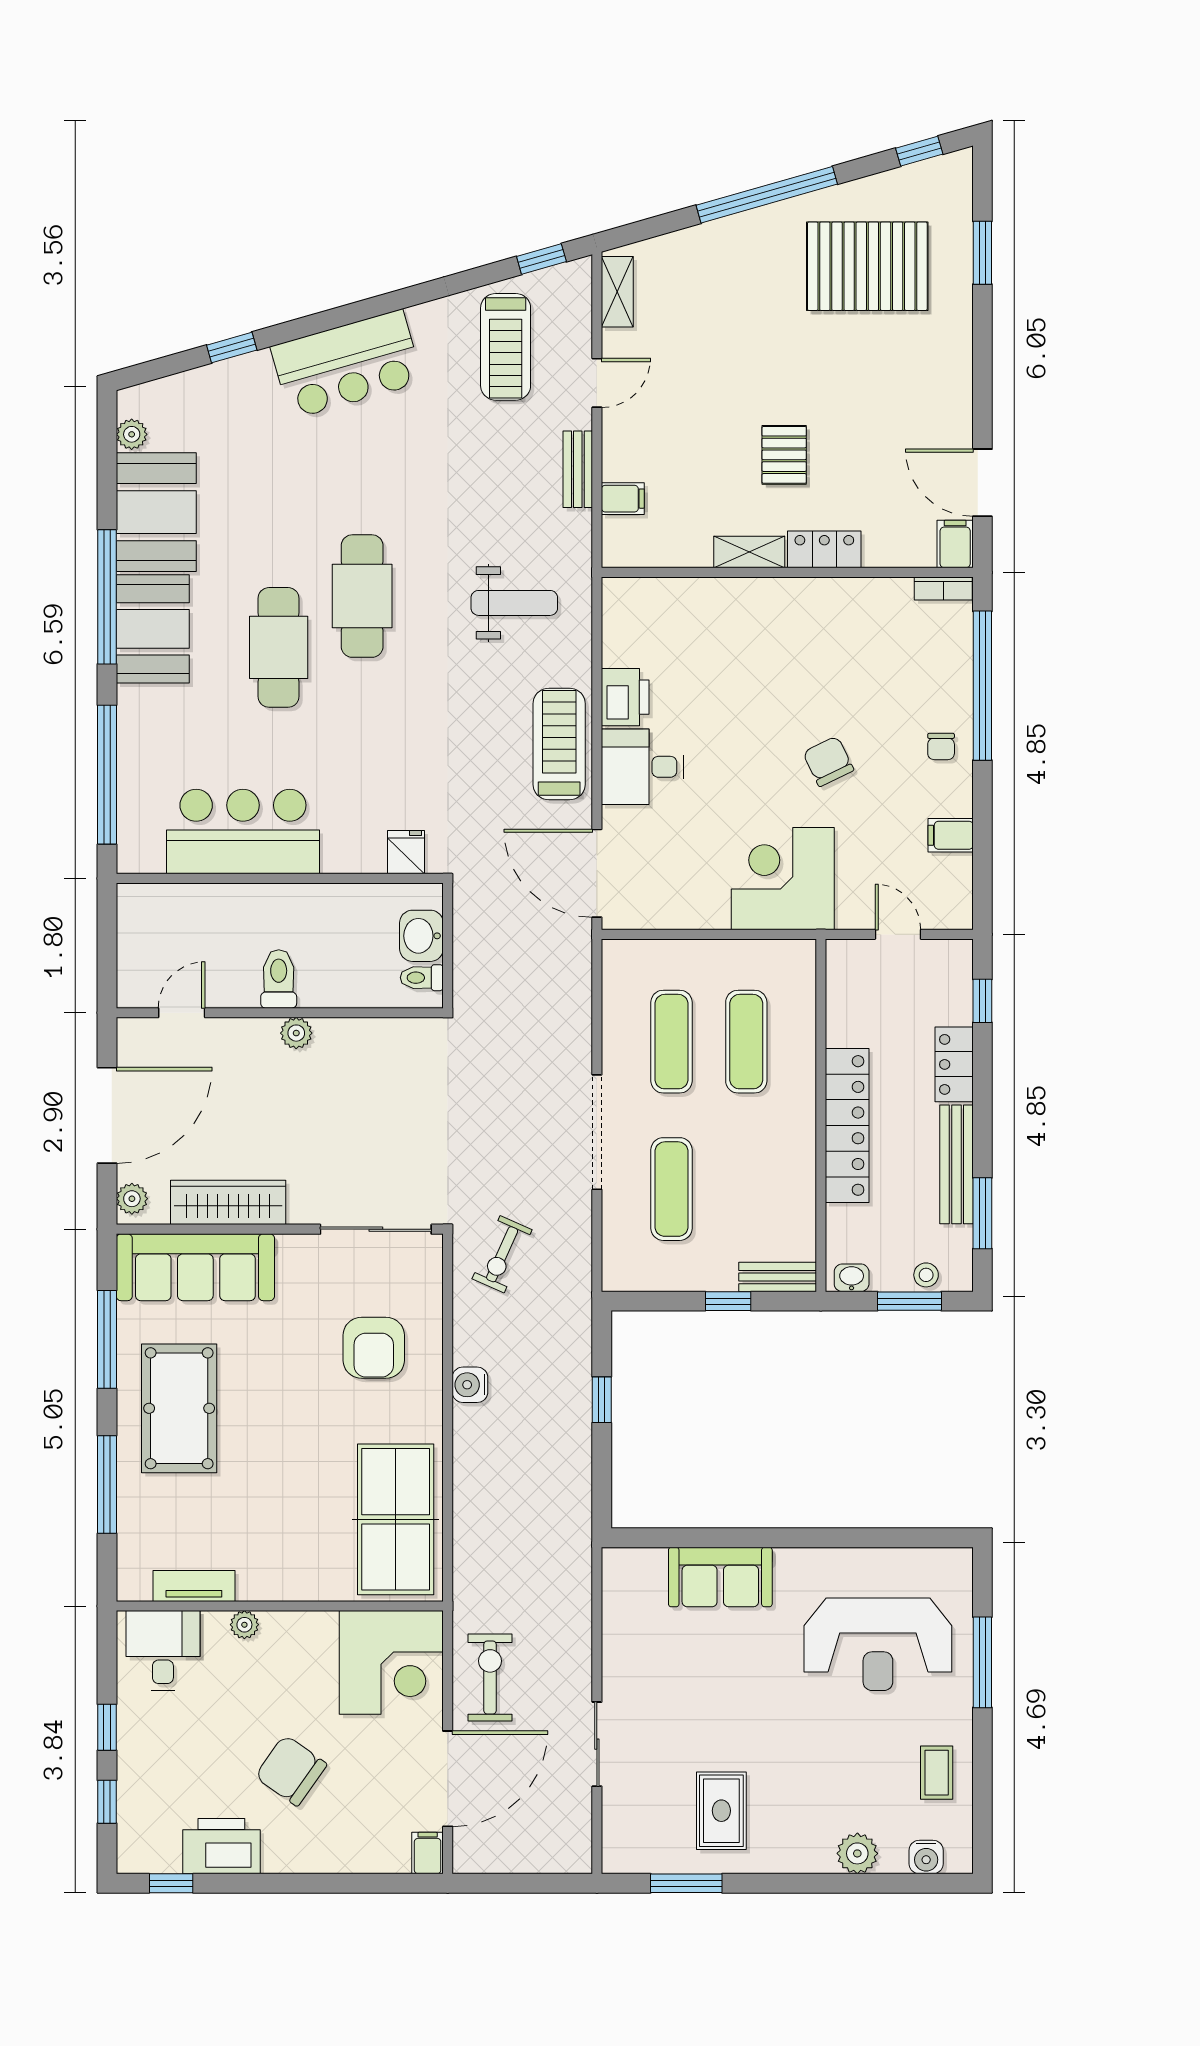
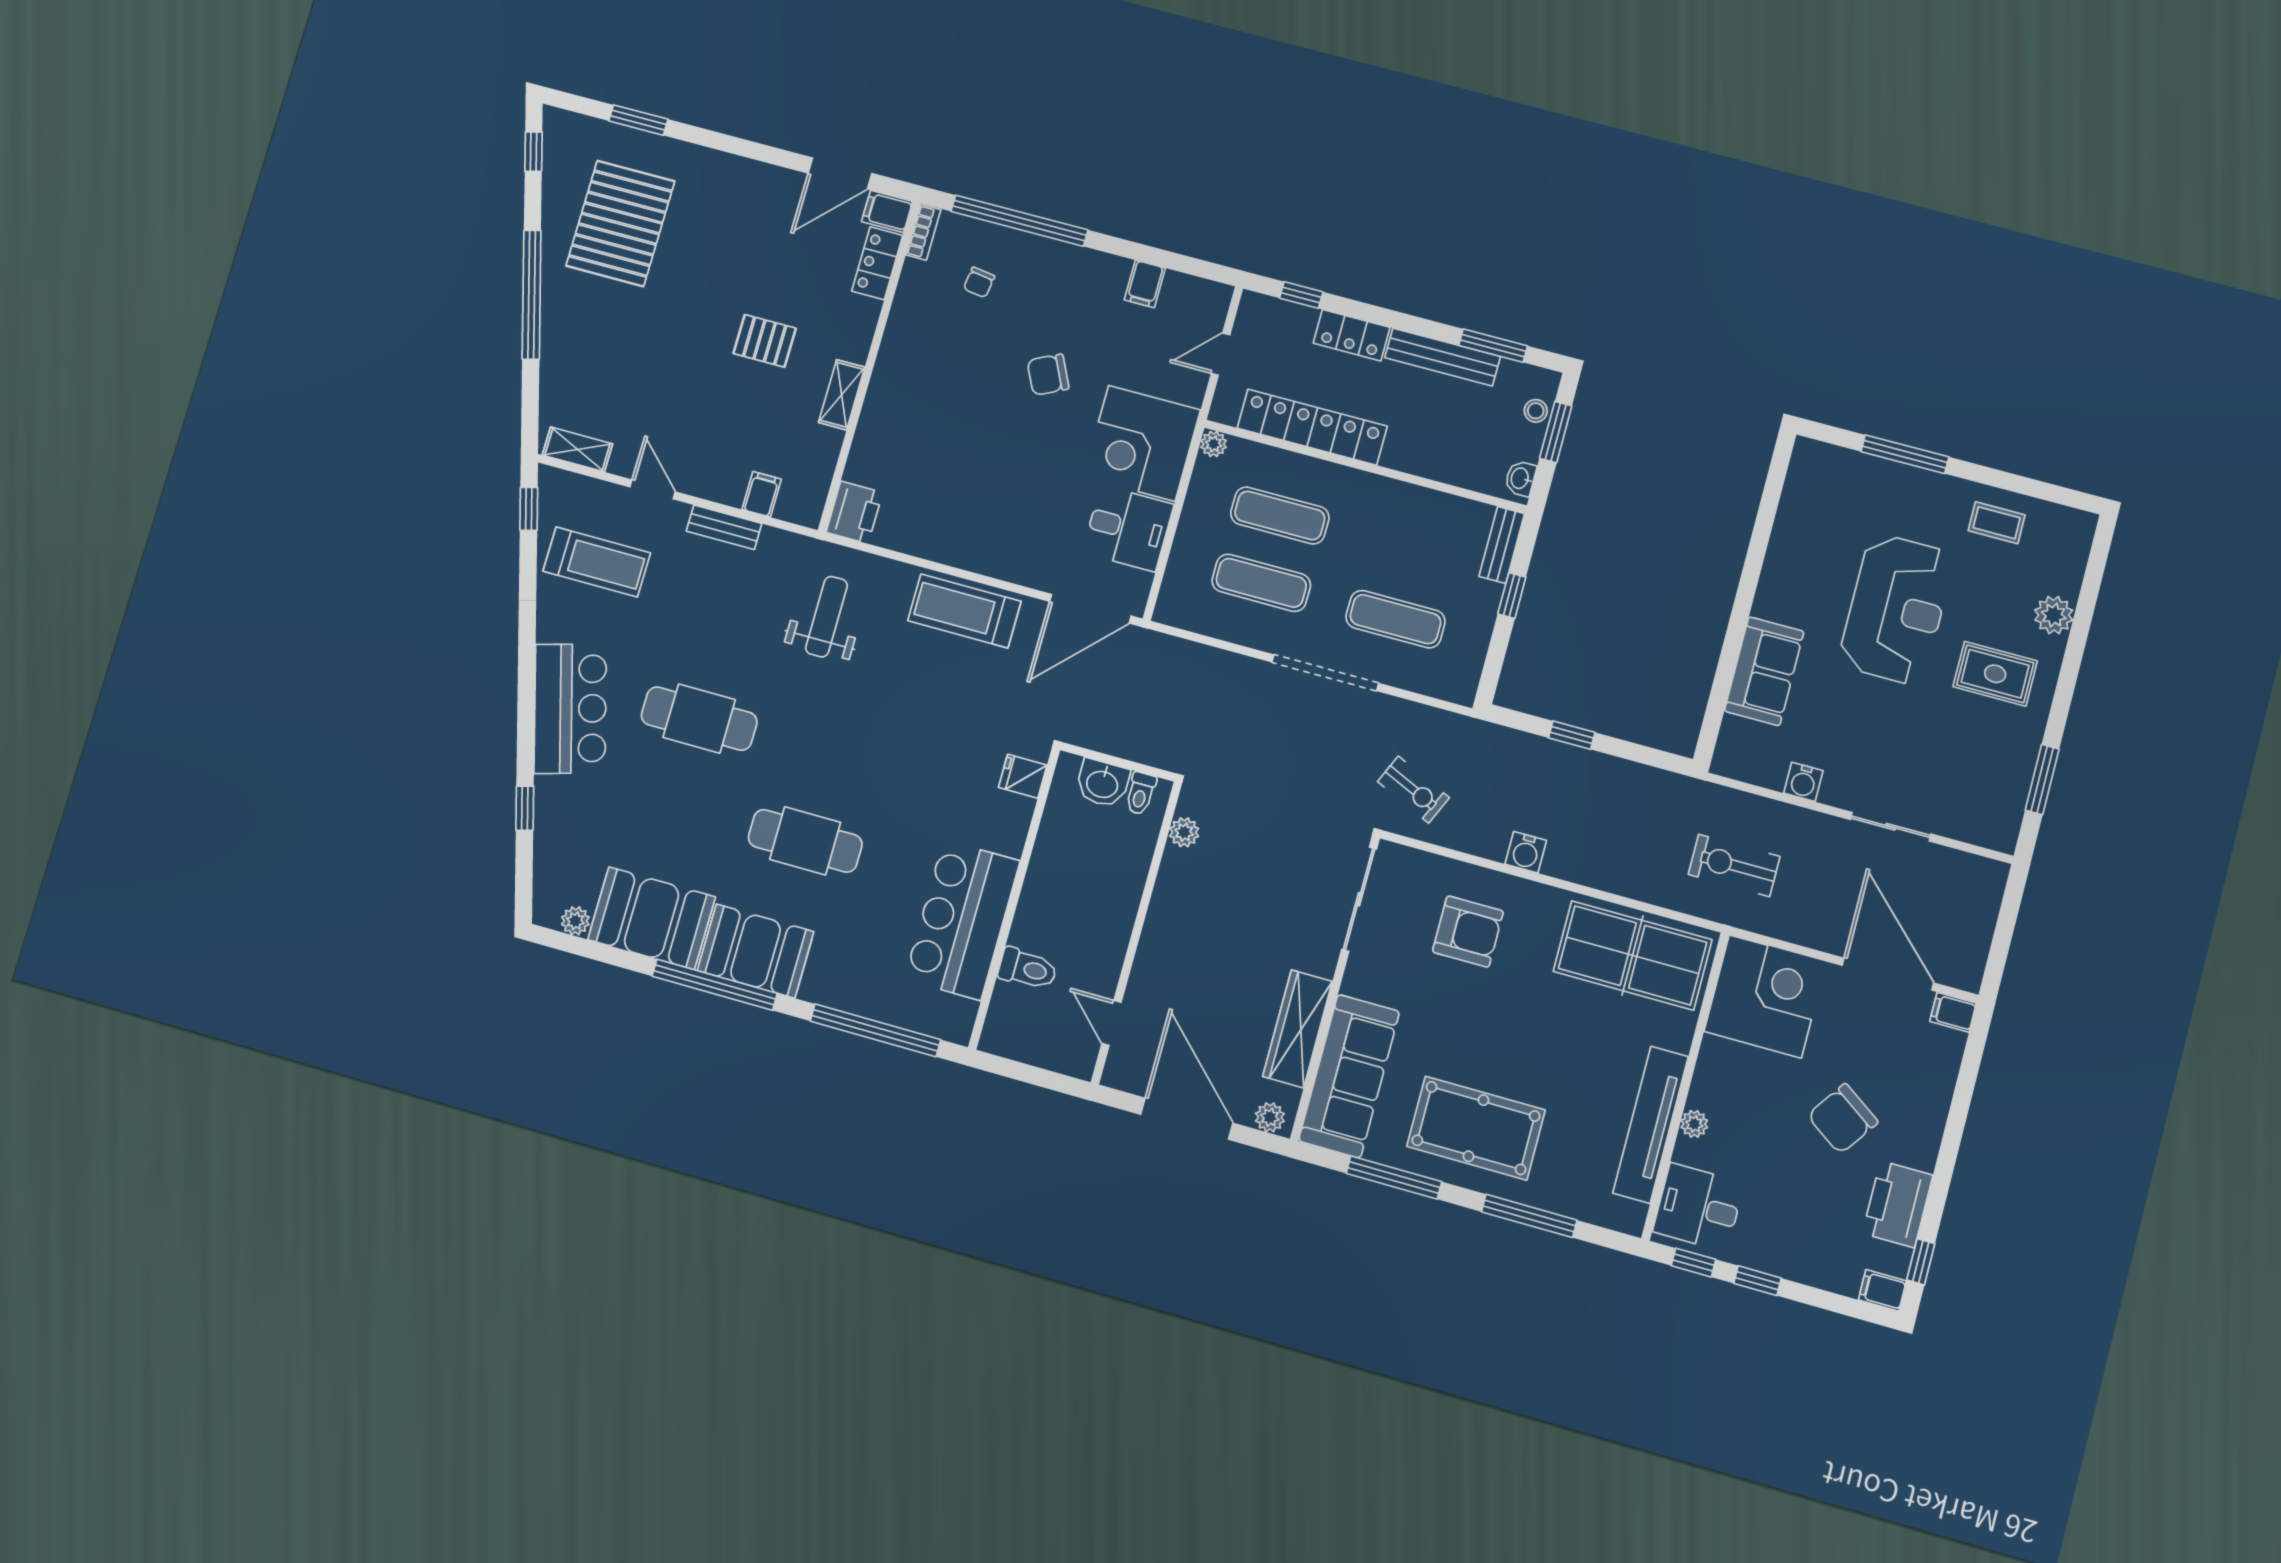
locker: (824, 549) -> (877, 263), moved
cafe table: (362, 596) -> (699, 719), moved
printer: (625, 697) -> (854, 512), moved, turned 90
chair: (941, 746) -> (979, 282), moved, turned 98
desk: (642, 767) -> (1128, 528), moved, turned -90
plant: (802, 953) -> (1214, 444), added
toilet: (279, 979) -> (1028, 969), moved, turned 180
plant: (296, 1033) -> (1184, 832), moved
locker: (847, 1125) -> (1312, 427), moved
tv unit: (194, 1586) -> (1651, 1125), width x1.92, depth x1.29
reception desk: (878, 1644) -> (1896, 609), moved
exercise bike: (490, 1677) -> (1734, 865), moved
window: (107, 1802) -> (1693, 1263), moved
rug: (721, 1811) -> (1995, 674), moved
filing cabinet: (132, 1853) -> (1882, 1290), added
water cooler: (926, 1857) -> (1803, 782), moved, turned 90

